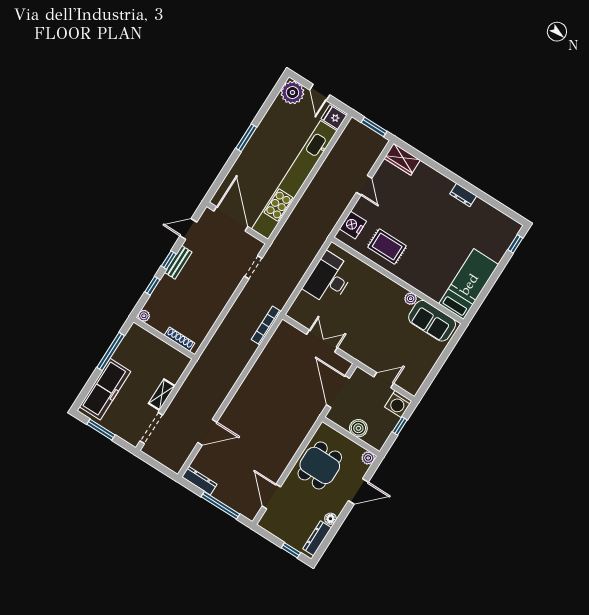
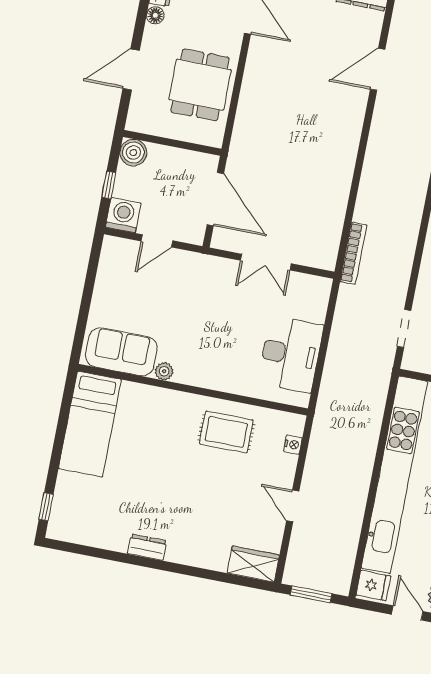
nightstand: (353, 225) -> (293, 445), width x0.53, depth x0.56
boiler: (358, 428) -> (133, 153), moved
plant: (368, 458) -> (136, 122), removed

